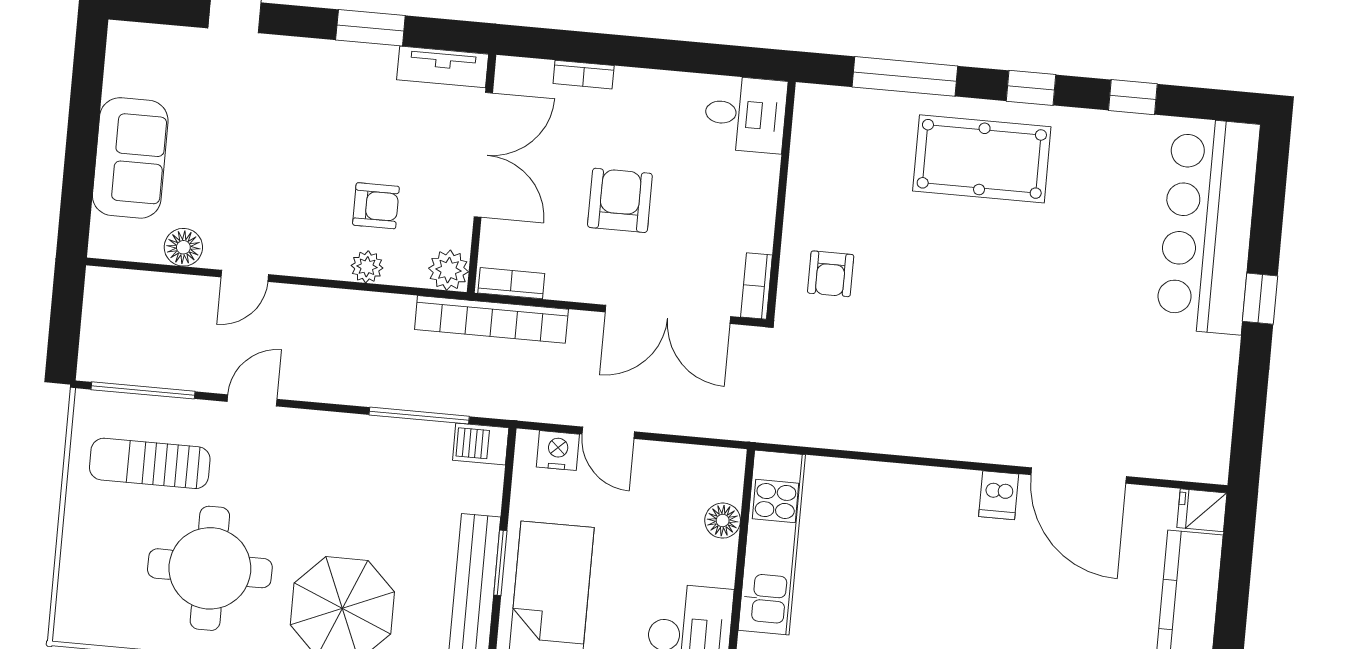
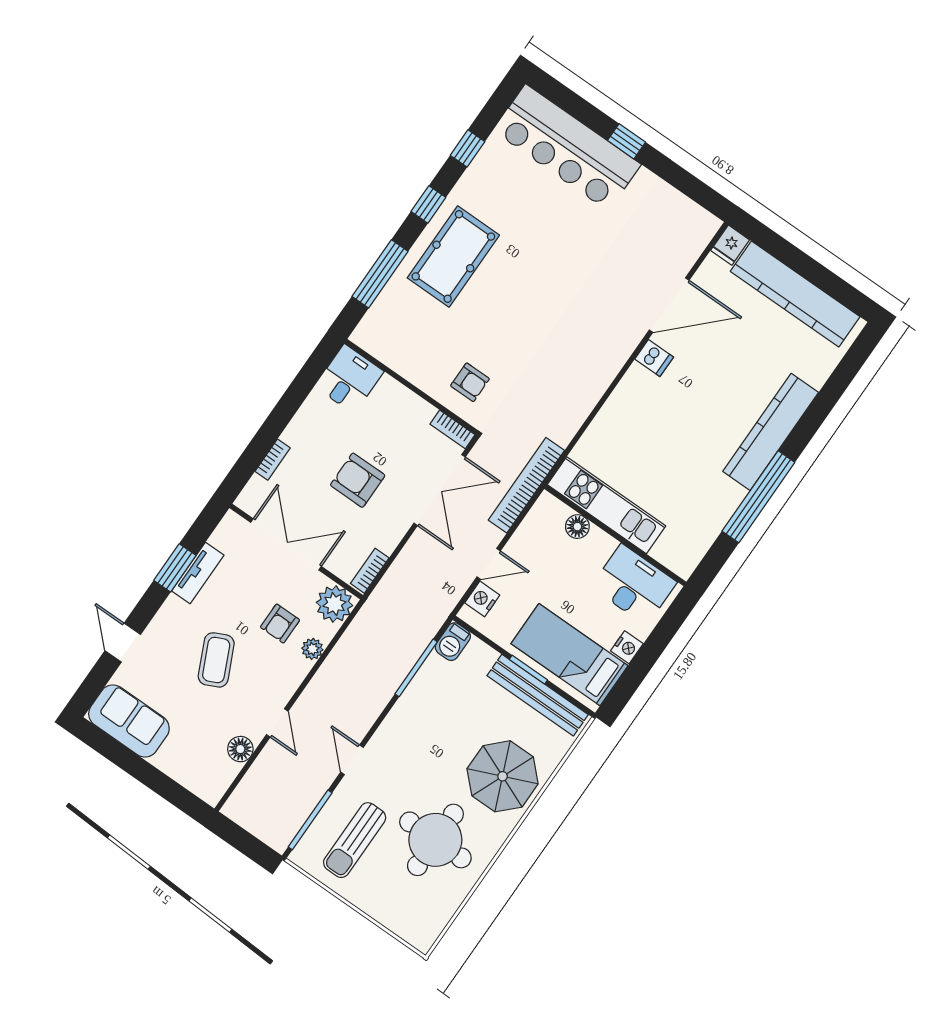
tv unit: (443, 67) -> (198, 573), moved
coffee table: (281, 150) -> (216, 660), added
sofa: (130, 158) -> (129, 721), moved
armchair: (376, 206) -> (280, 624), turned 180
plant: (449, 270) -> (334, 604), width x1.36, depth x1.36
bookcase: (491, 319) -> (526, 485), moved, turned 180

